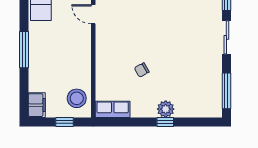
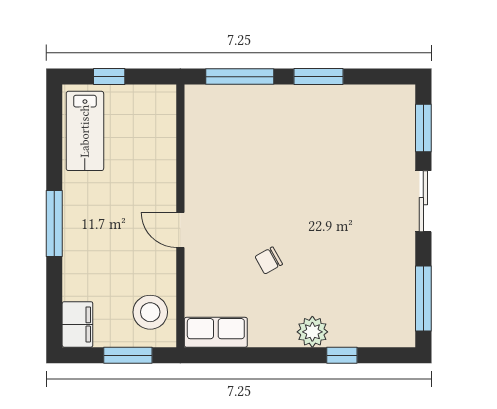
door: (93, 14) -> (180, 230), moved
window: (64, 122) -> (128, 355), width x1.50
window: (165, 122) -> (342, 355), moved

